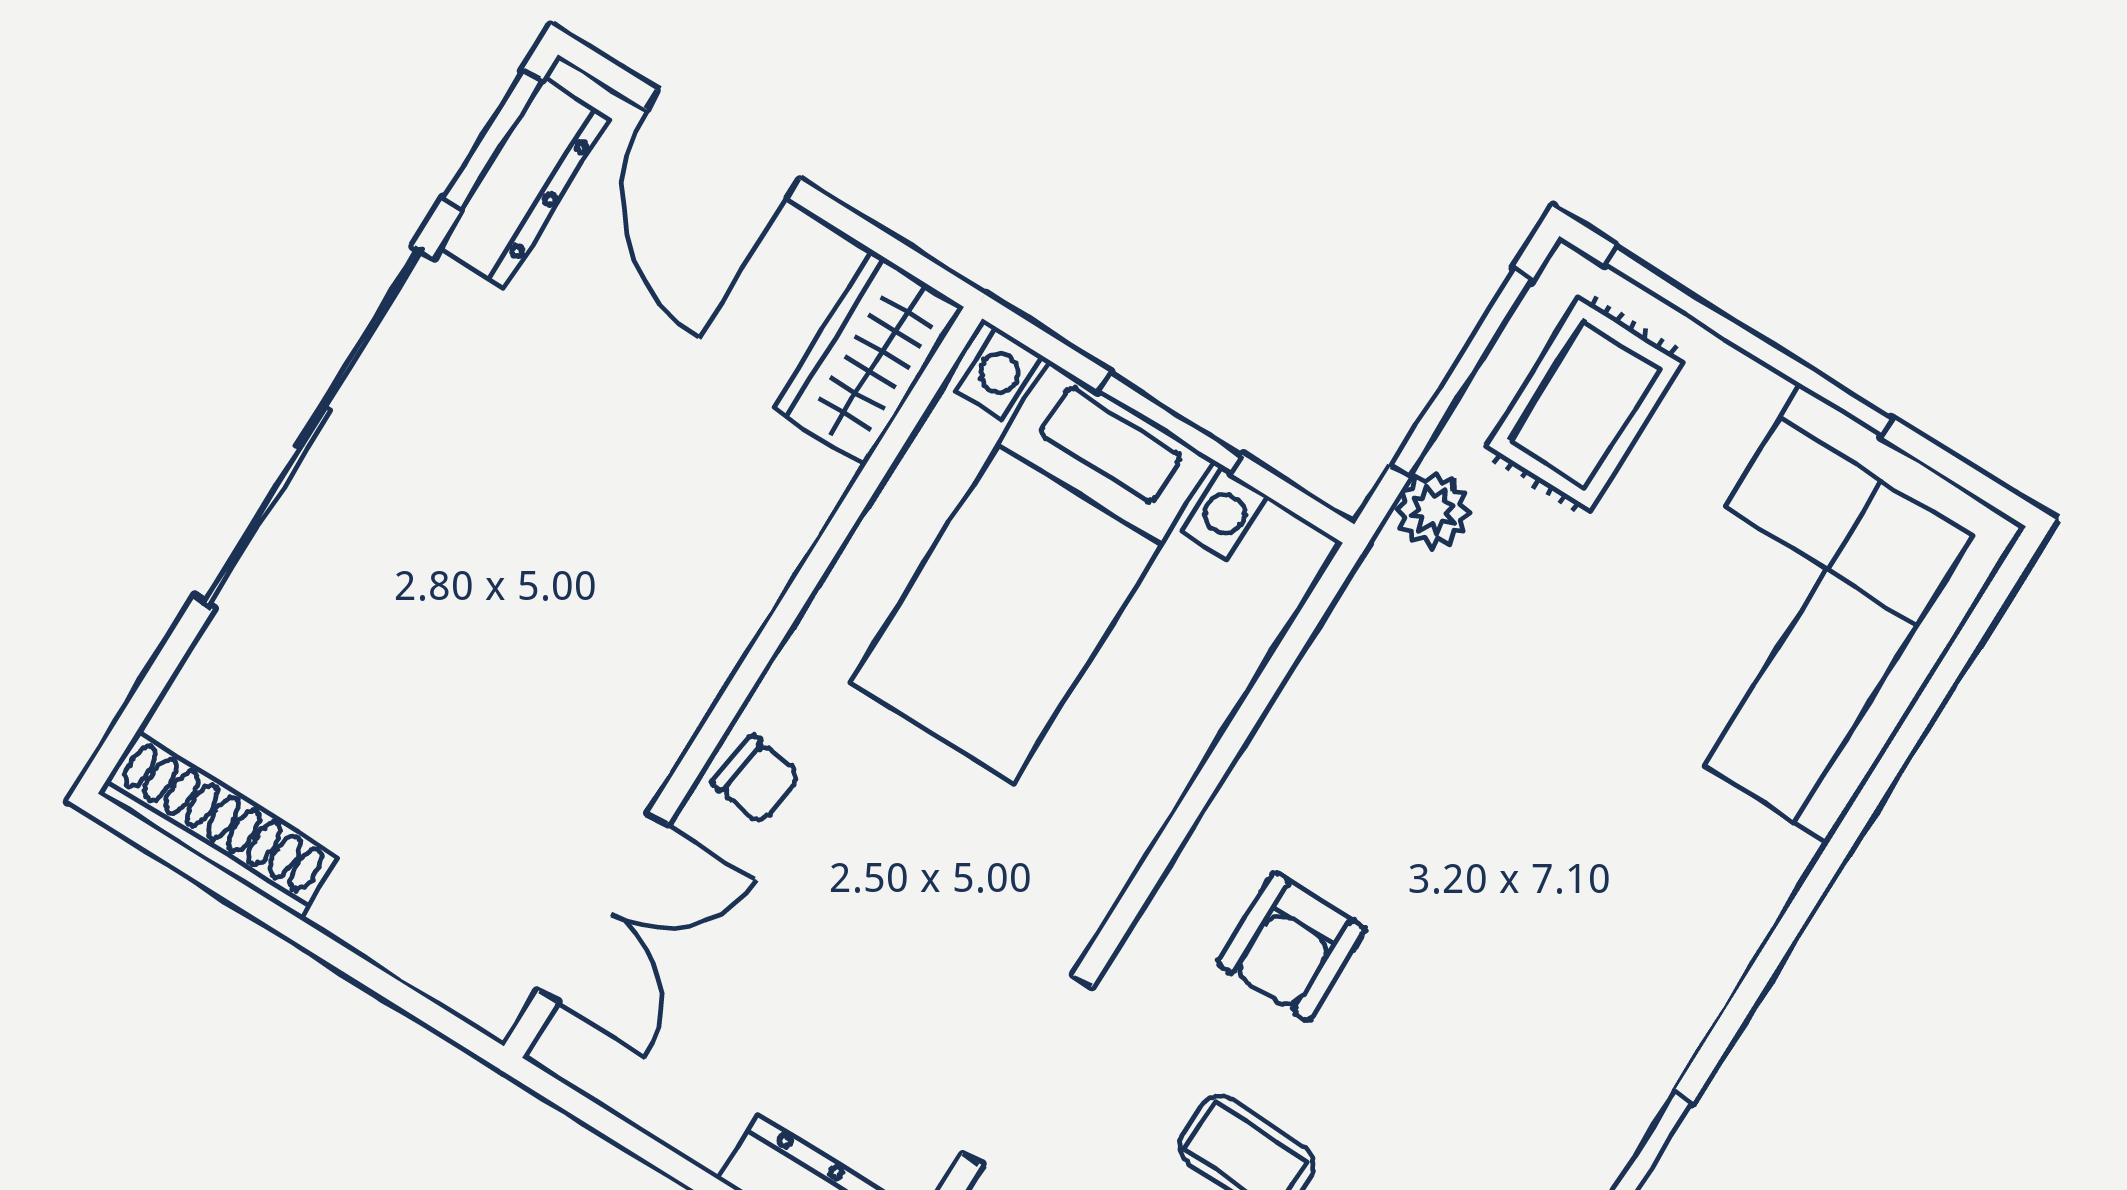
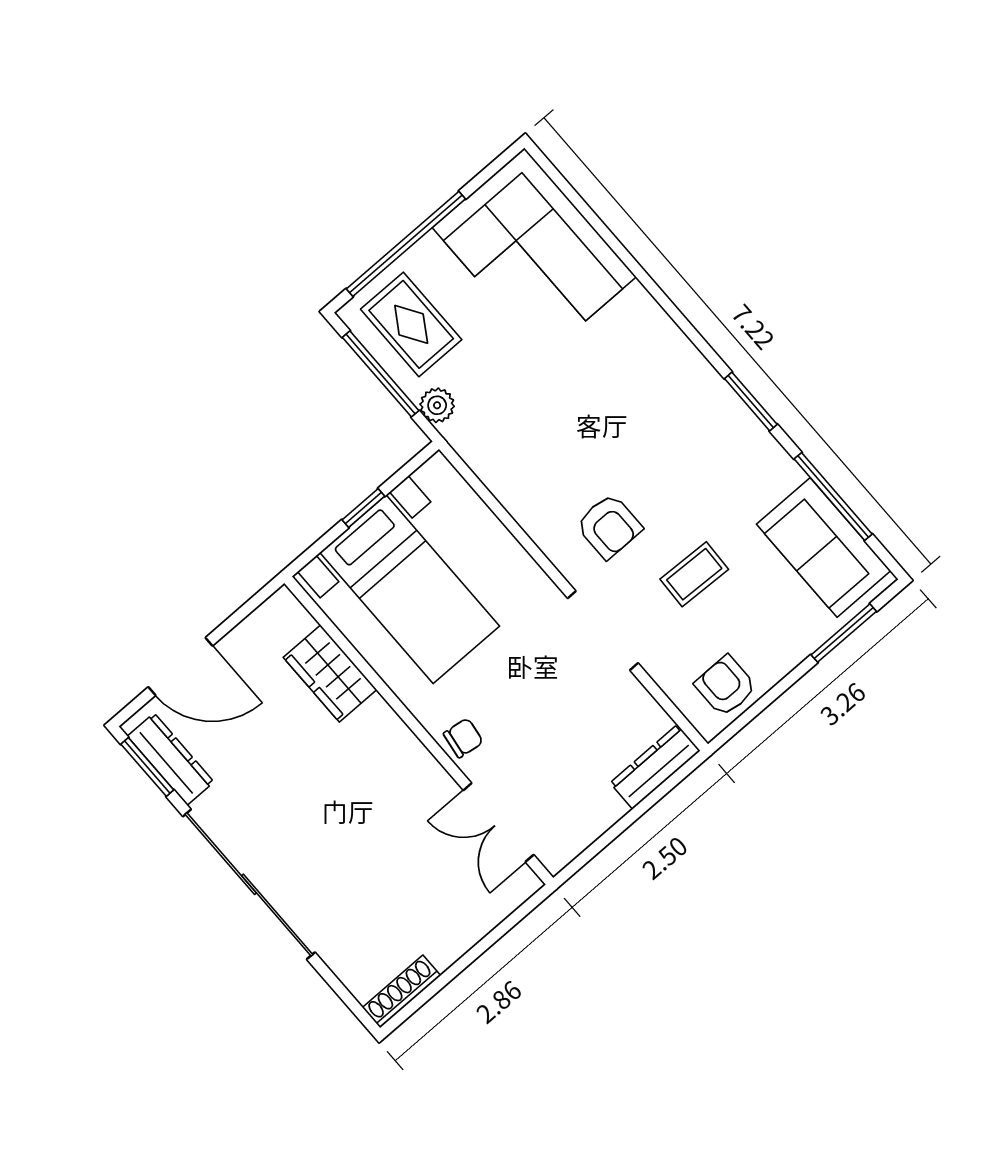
wardrobe: (869, 358) -> (330, 673), moved
window: (1171, 423) -> (363, 508), width x0.67
shoe rack: (218, 825) -> (402, 992), width x0.74, depth x0.81
double door: (603, 908) -> (499, 823), swing flipped
doorway: (1027, 1070) -> (603, 631), moved

